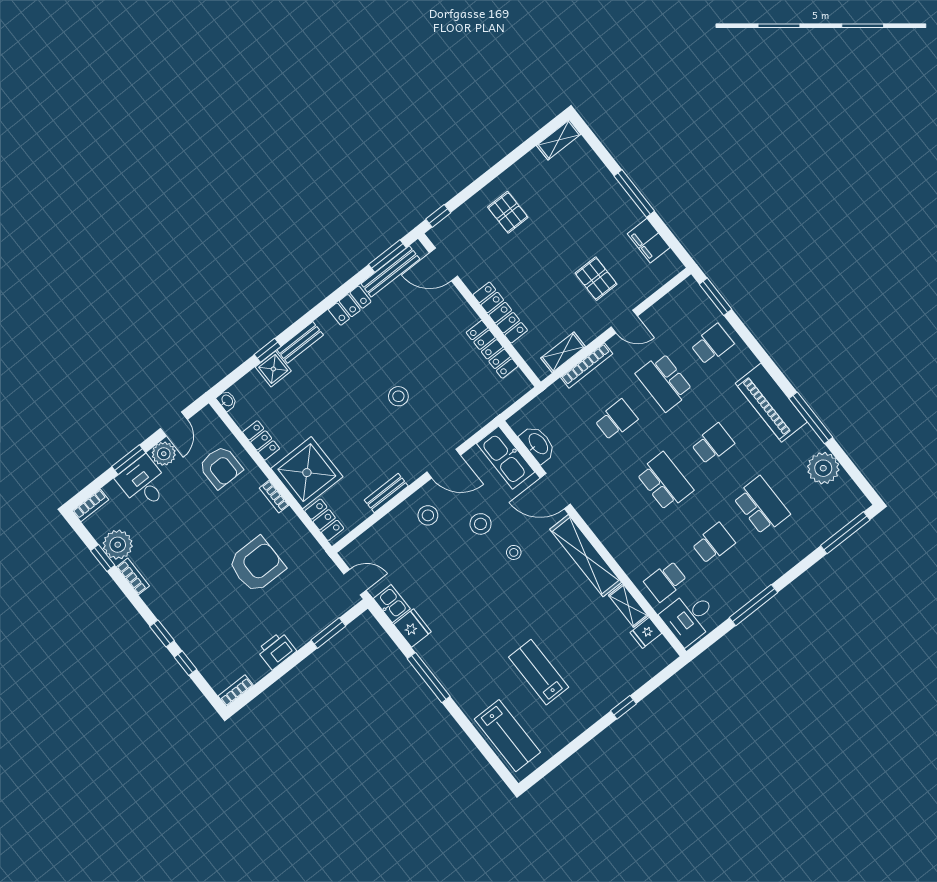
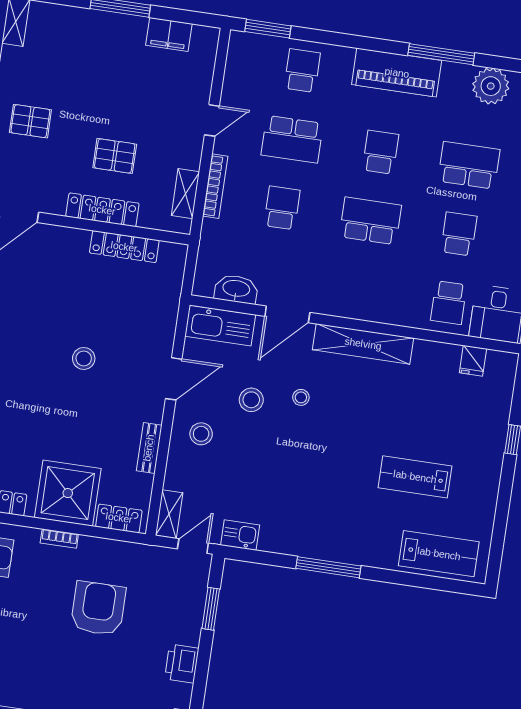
pallet: (596, 279) -> (115, 156), moved
shelving: (628, 606) -> (169, 514), moved, turned 90
fridge: (412, 628) -> (276, 539), removed

